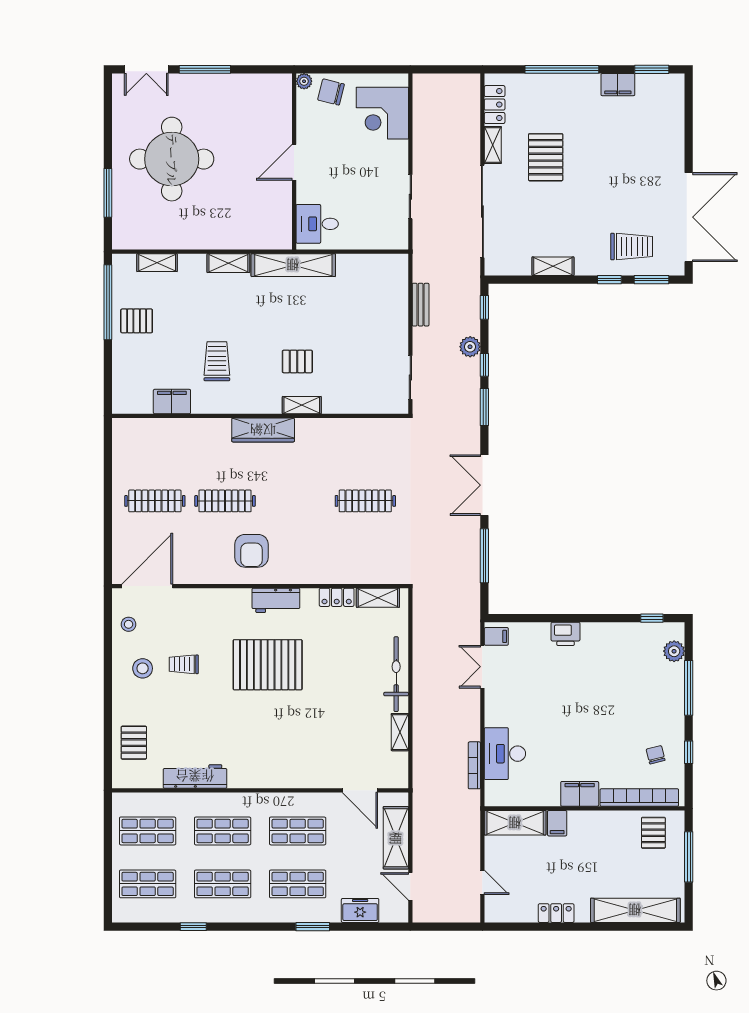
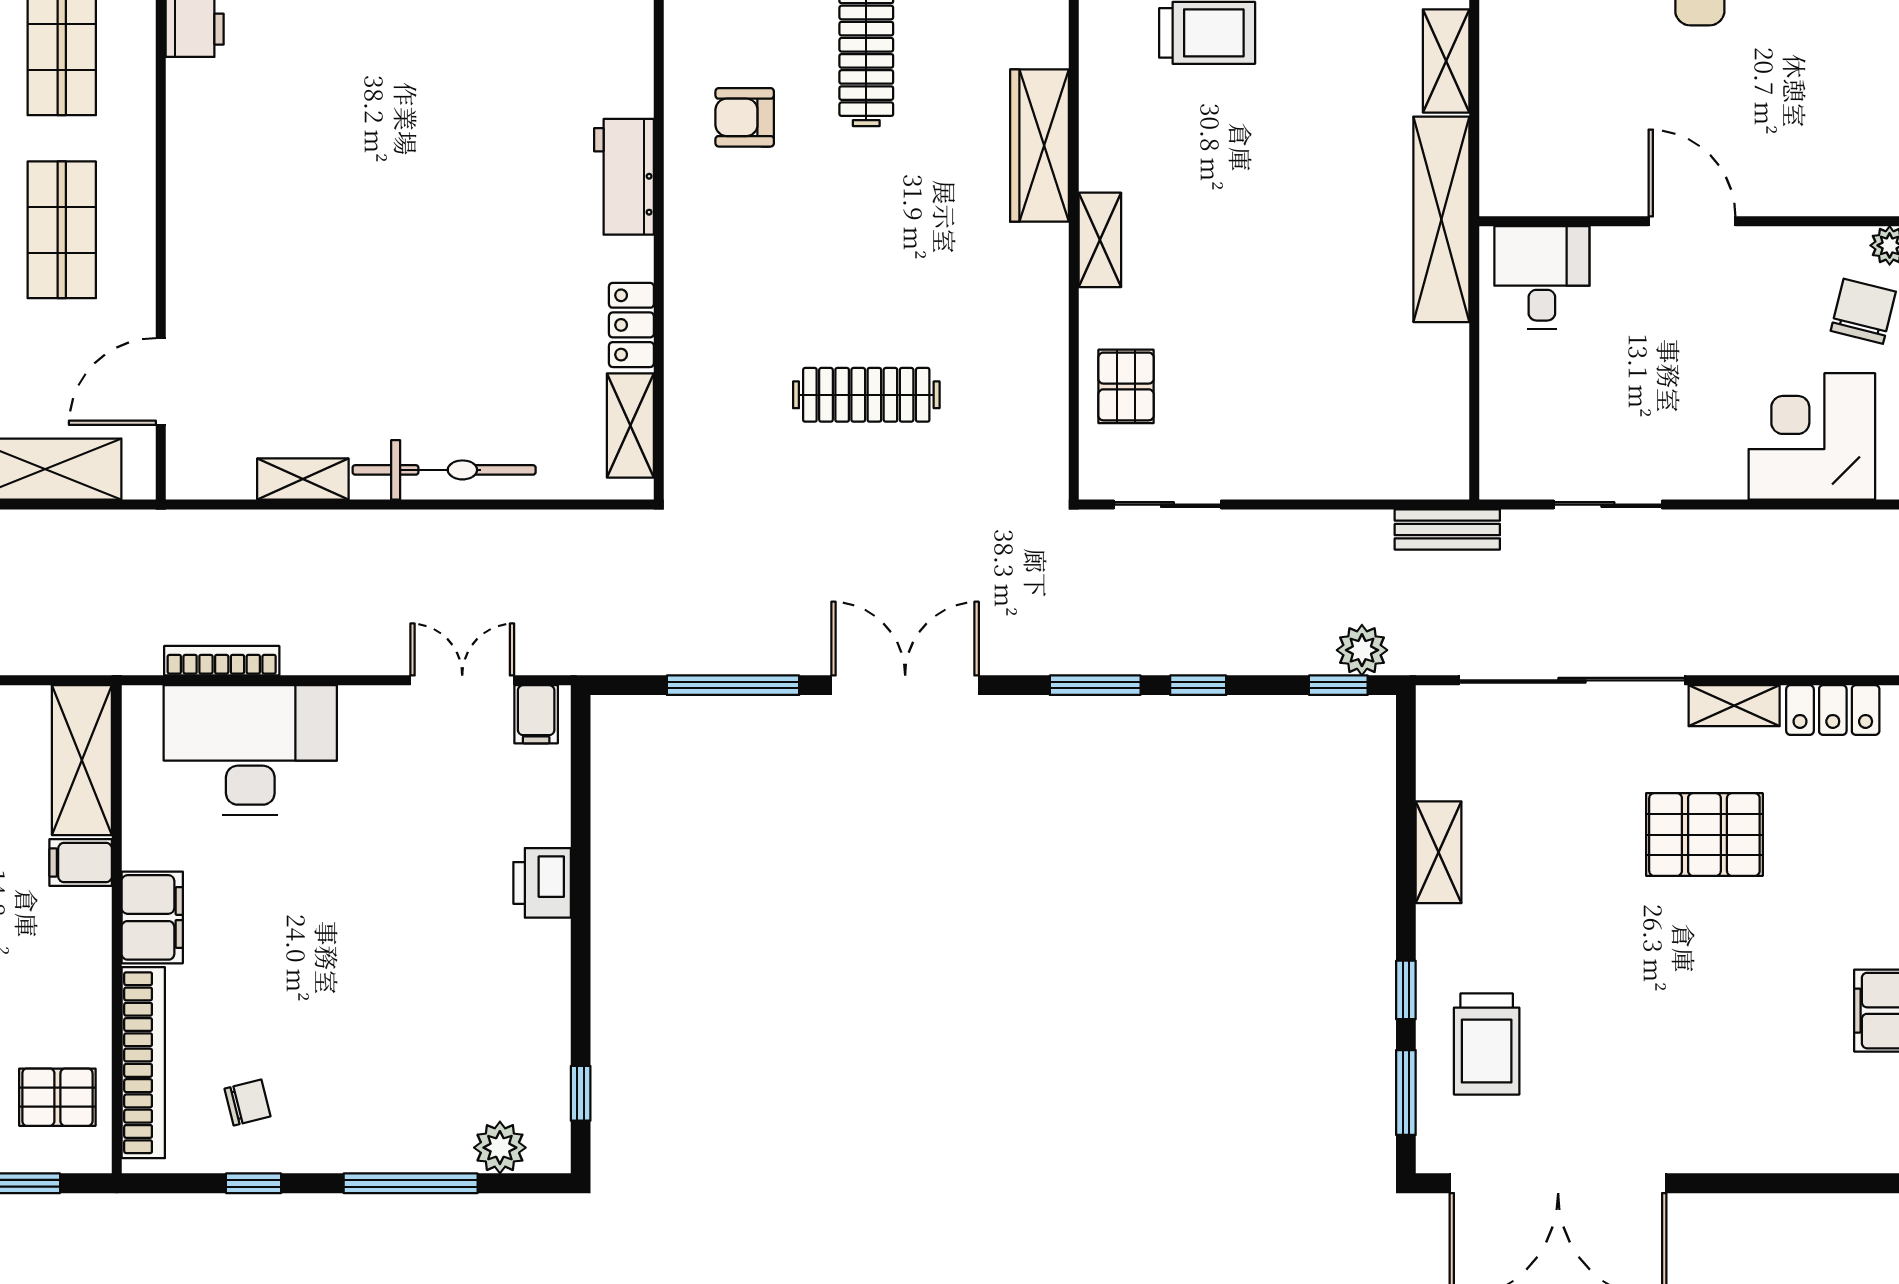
bench: (421, 305) -> (1447, 530), moved
plant: (470, 347) -> (1362, 650), moved
pallet: (297, 361) -> (1126, 386), moved
clothes rail: (365, 501) -> (866, 395), turned 90
armchair: (251, 551) -> (745, 117), width x0.72, depth x0.72
pallet: (268, 665) -> (467, 157), removed
desk: (505, 754) -> (250, 750), width x1.36, depth x1.30

